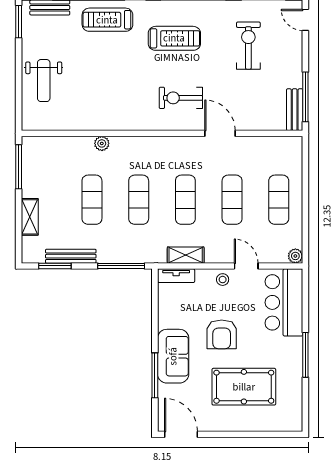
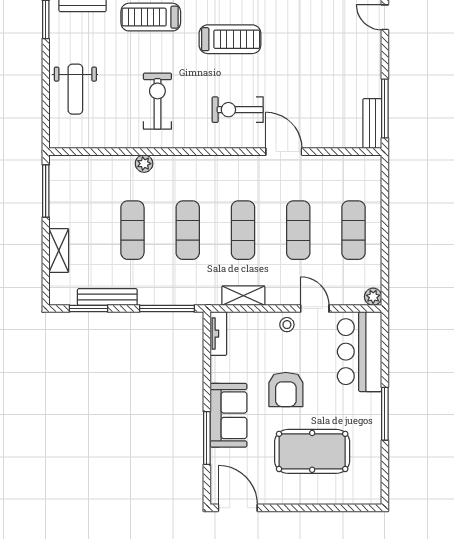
exercise bike: (248, 46) -> (157, 101), moved
tv unit: (176, 276) -> (218, 334), moved, turned -90

